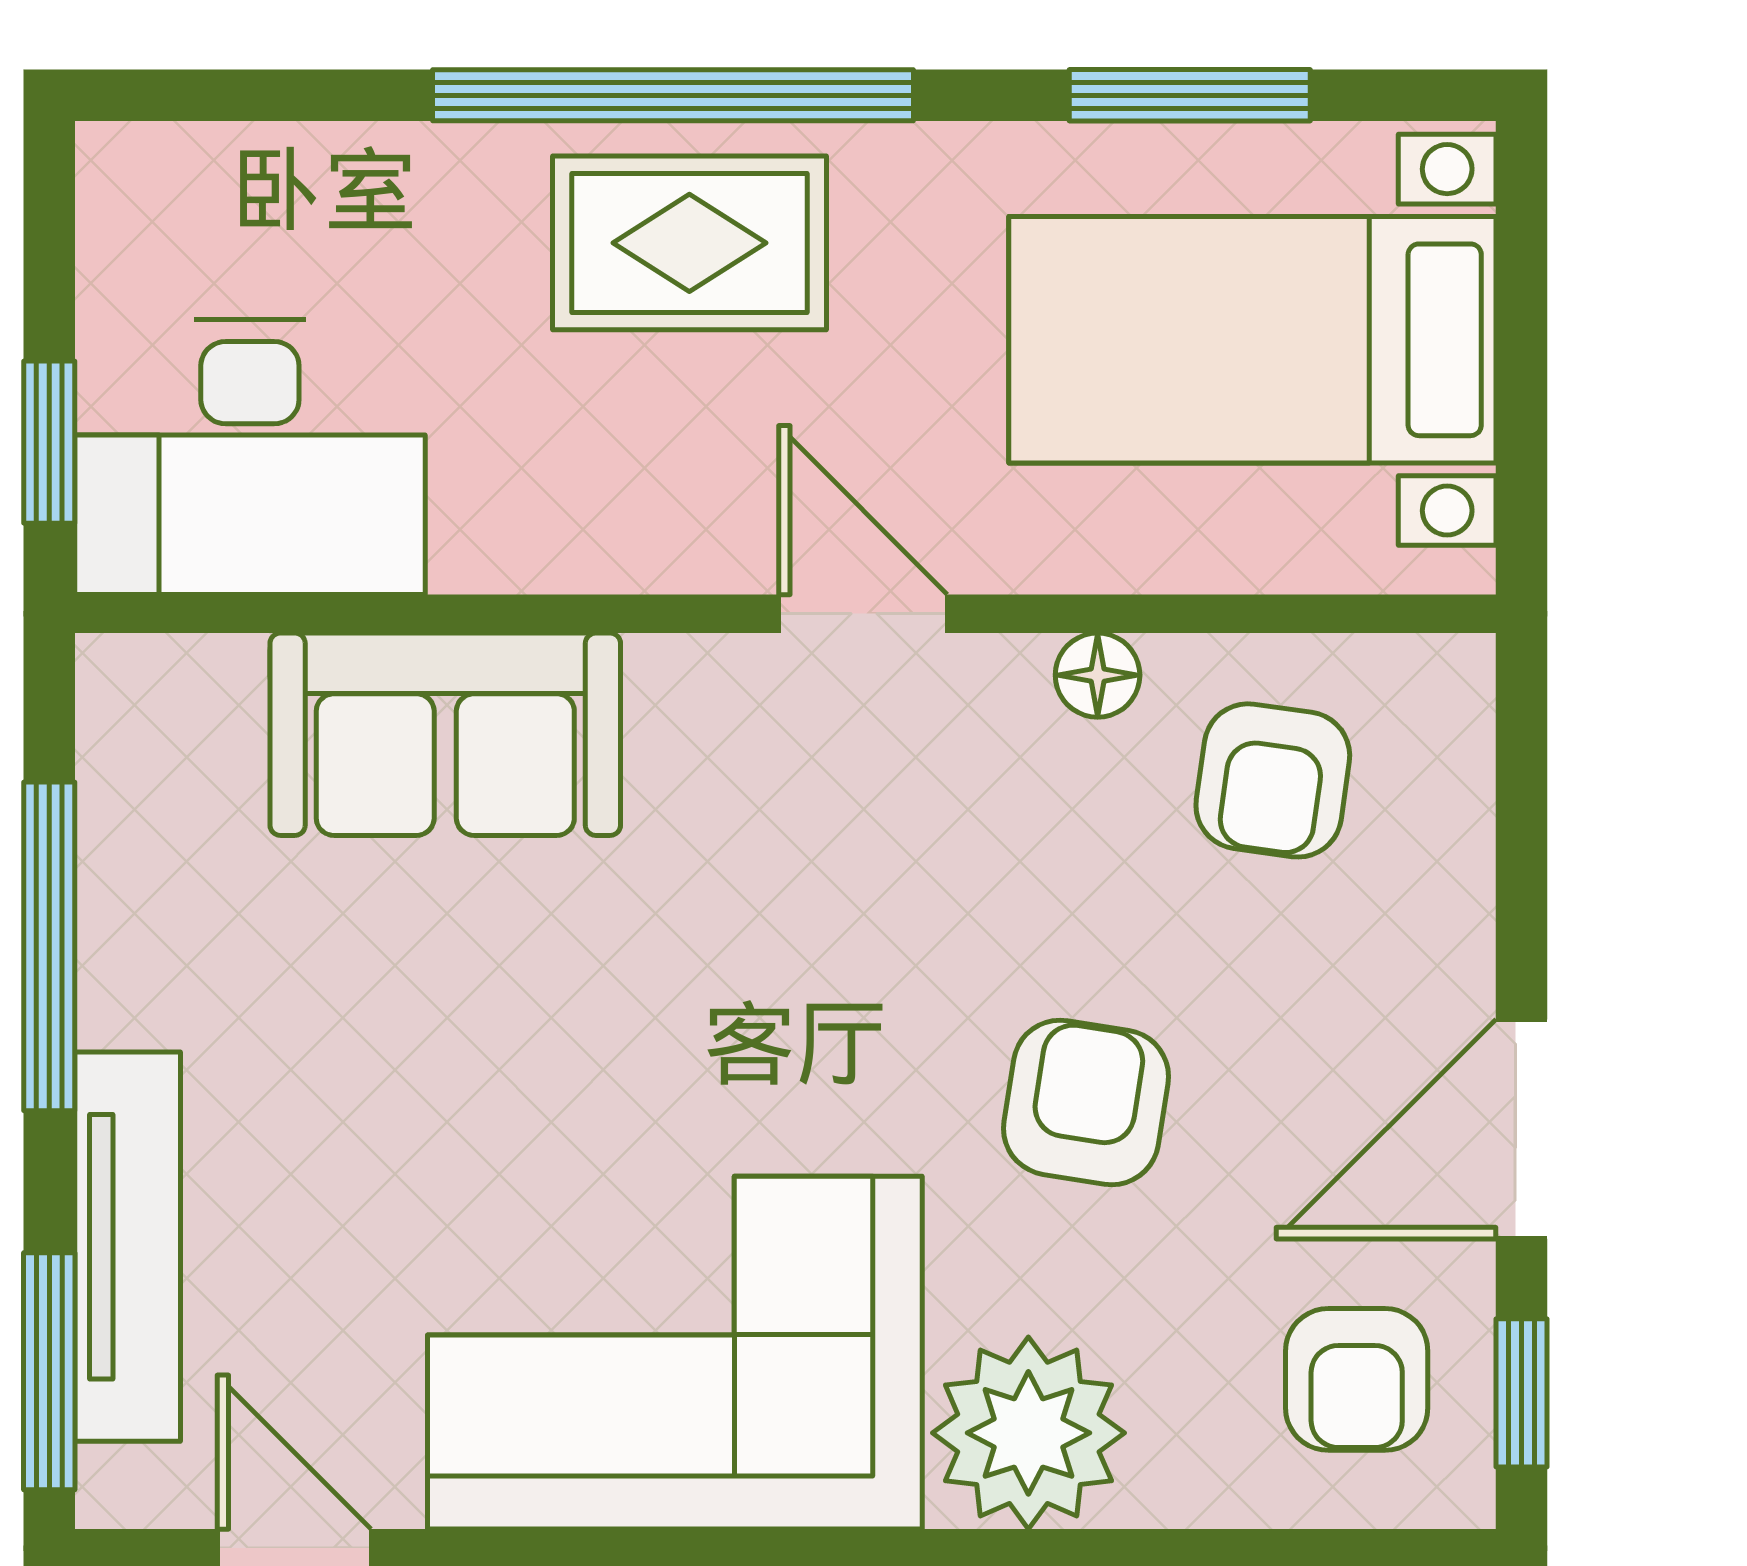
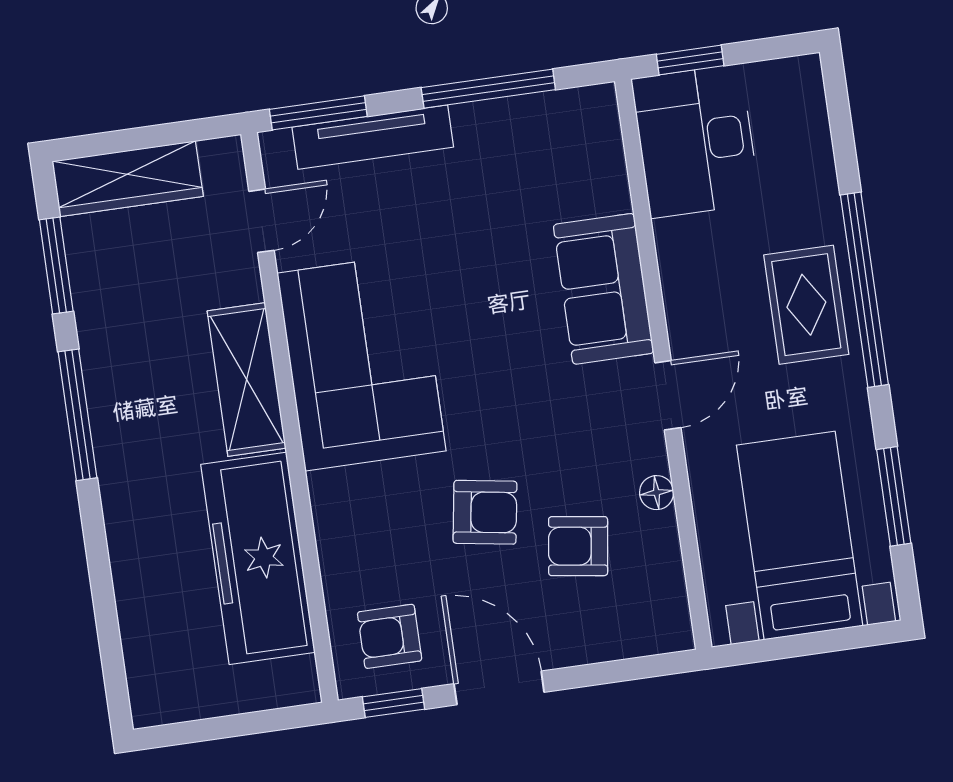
sofa: (445, 734) -> (603, 289), moved
armchair: (1273, 780) -> (578, 546), moved
plant: (1028, 1433) -> (349, 508), removed

